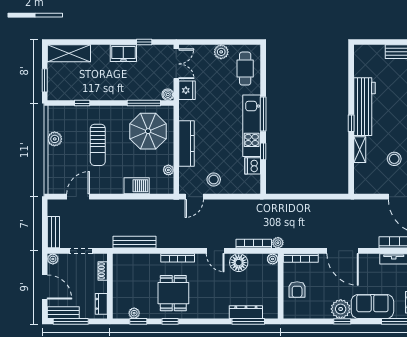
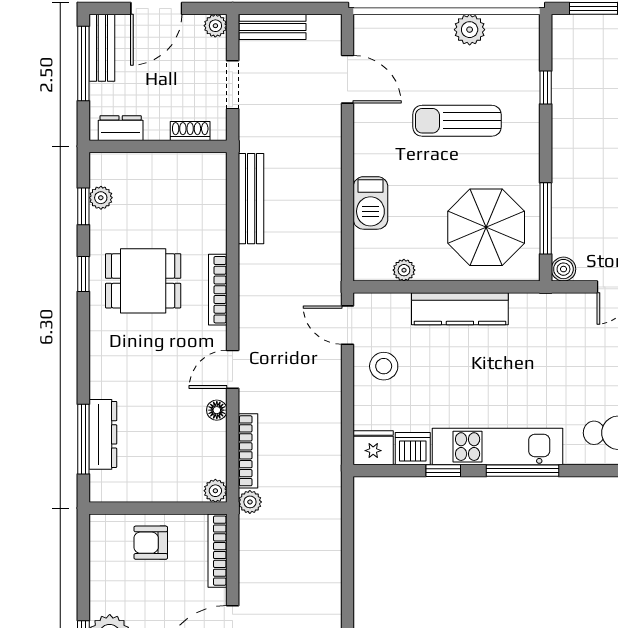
fridge: (187, 90) -> (373, 448), moved, turned 180
floor lamp: (239, 263) -> (217, 410), width x0.53, depth x0.53

